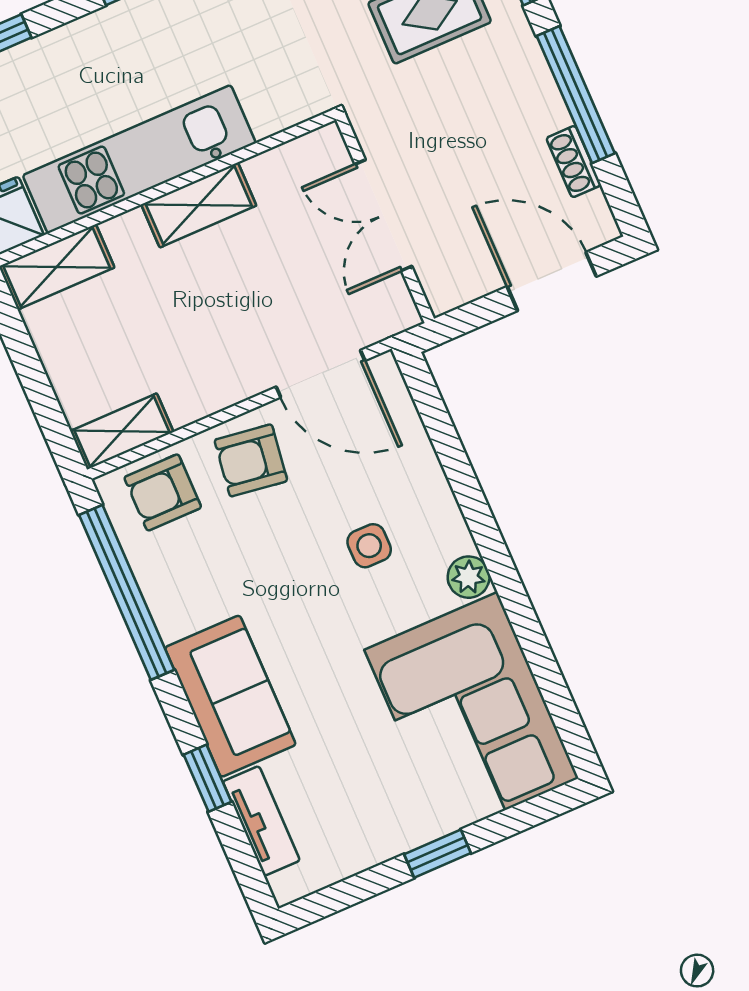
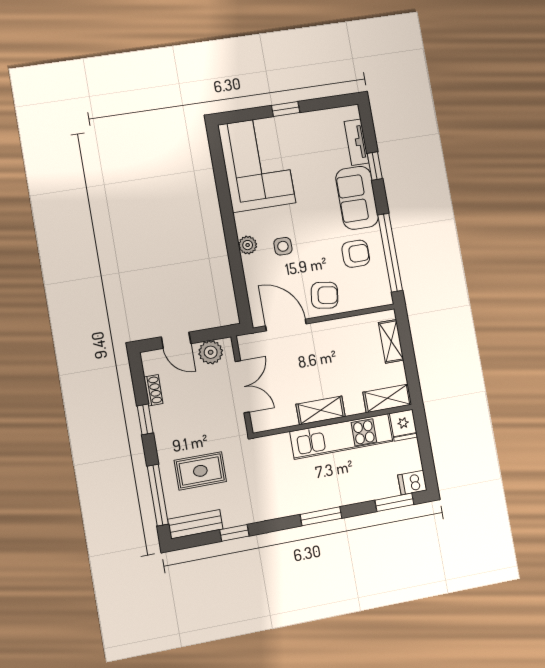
window: (576, 95) -> (145, 419), width x0.46
plant: (470, 274) -> (211, 352), added
door: (552, 281) -> (176, 340), width x0.73
shelving: (122, 431) -> (391, 341), moved, turned 90
armchair: (163, 492) -> (356, 254), moved
plant: (469, 577) -> (248, 245), moved

